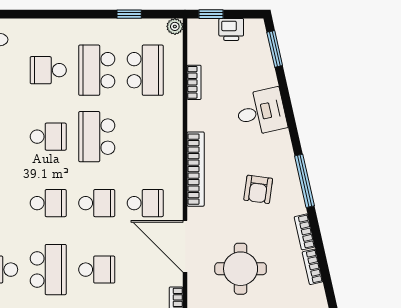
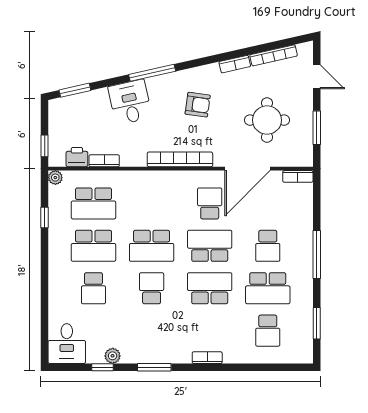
printer: (231, 29) -> (77, 157), moved, turned -90
school desk: (145, 70) -> (93, 203), turned 180
window: (304, 181) -> (152, 73), moved
school desk: (48, 203) -> (210, 288), width x1.85
school desk: (97, 203) -> (210, 246), width x1.85
bookcase: (313, 267) -> (274, 55), width x1.56
school desk: (48, 270) -> (268, 288), turned 180
school desk: (97, 270) -> (268, 246), turned 180

